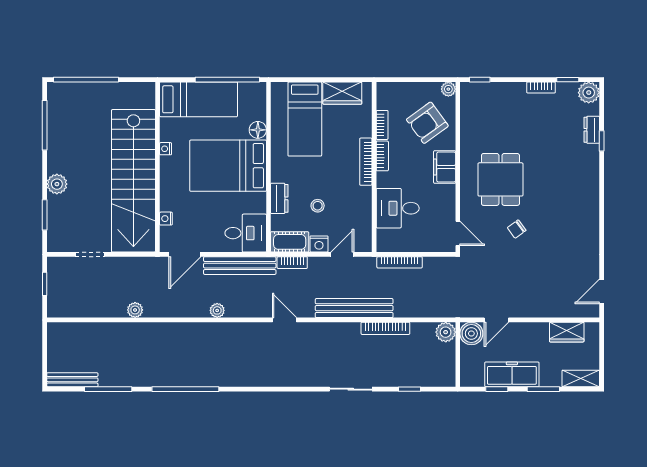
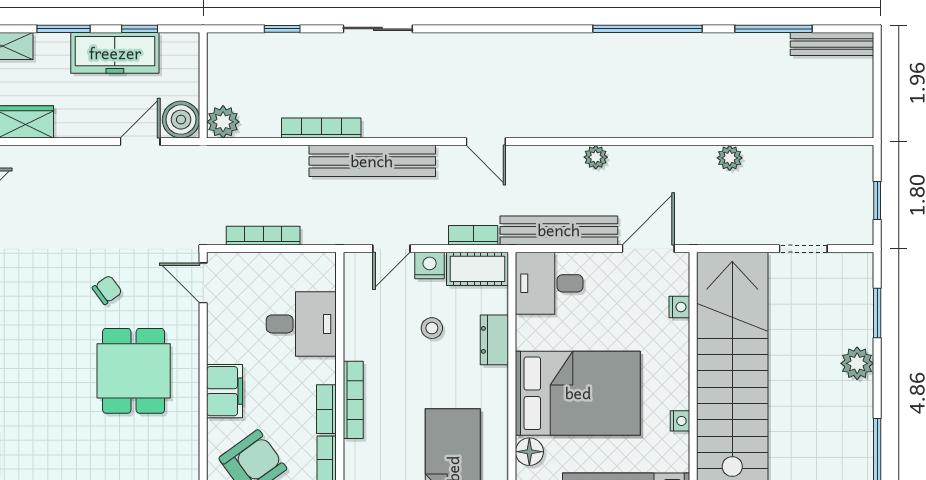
bookcase: (400, 262) -> (263, 236), moved

